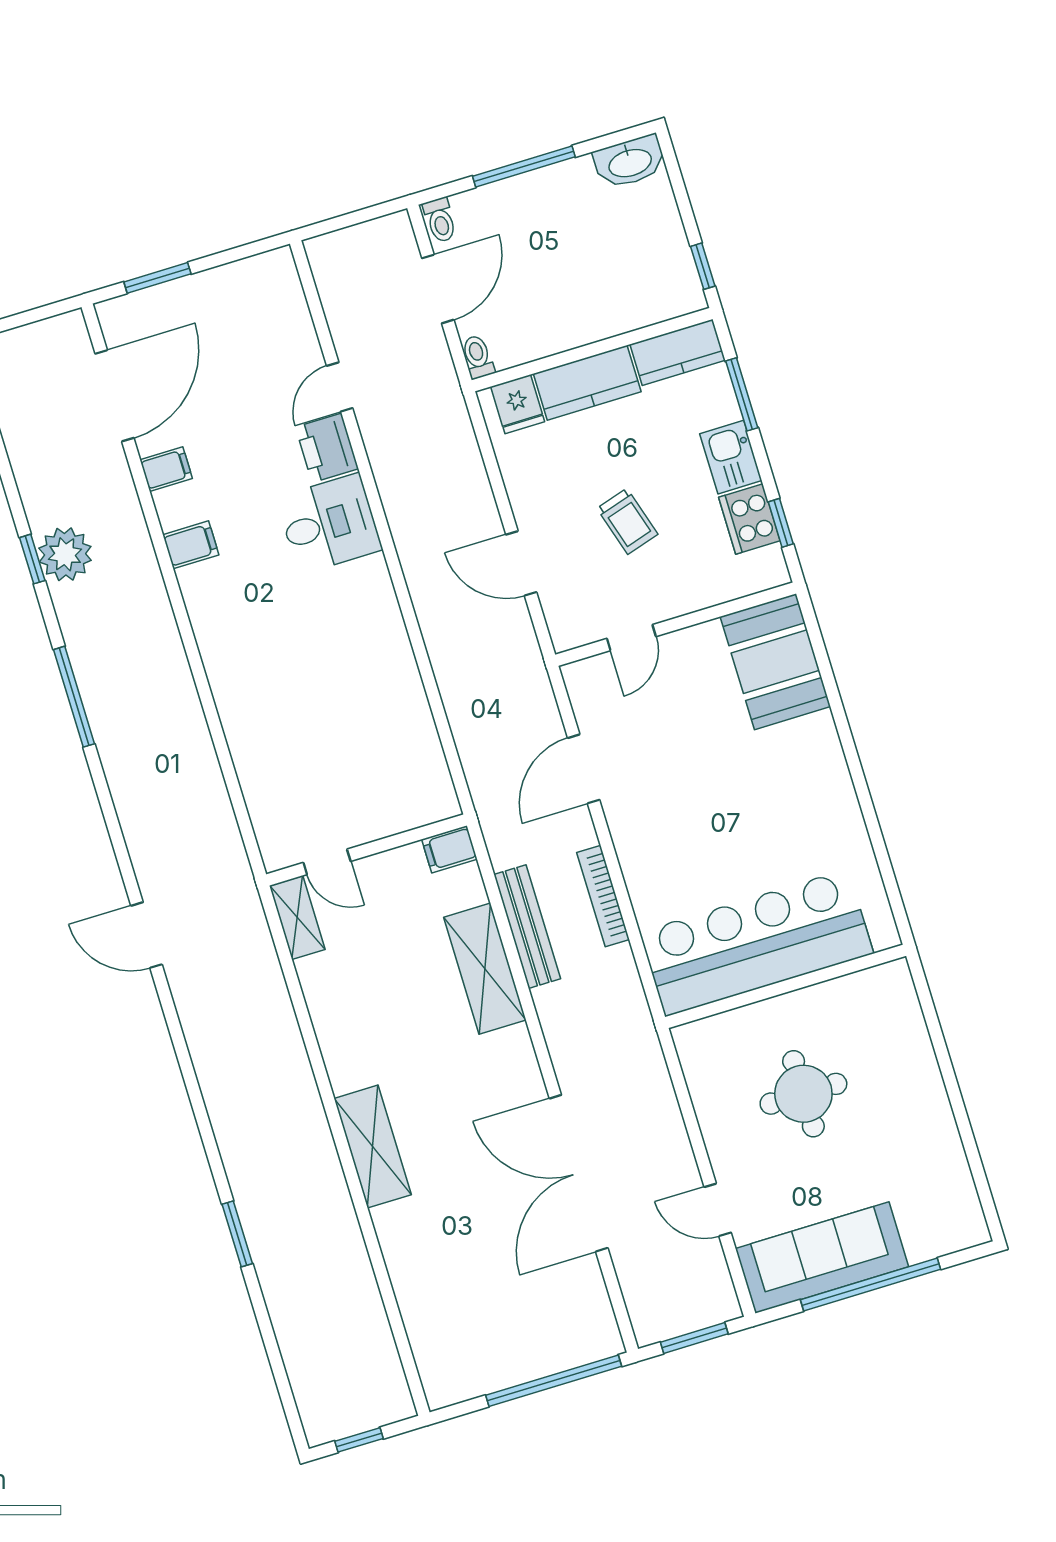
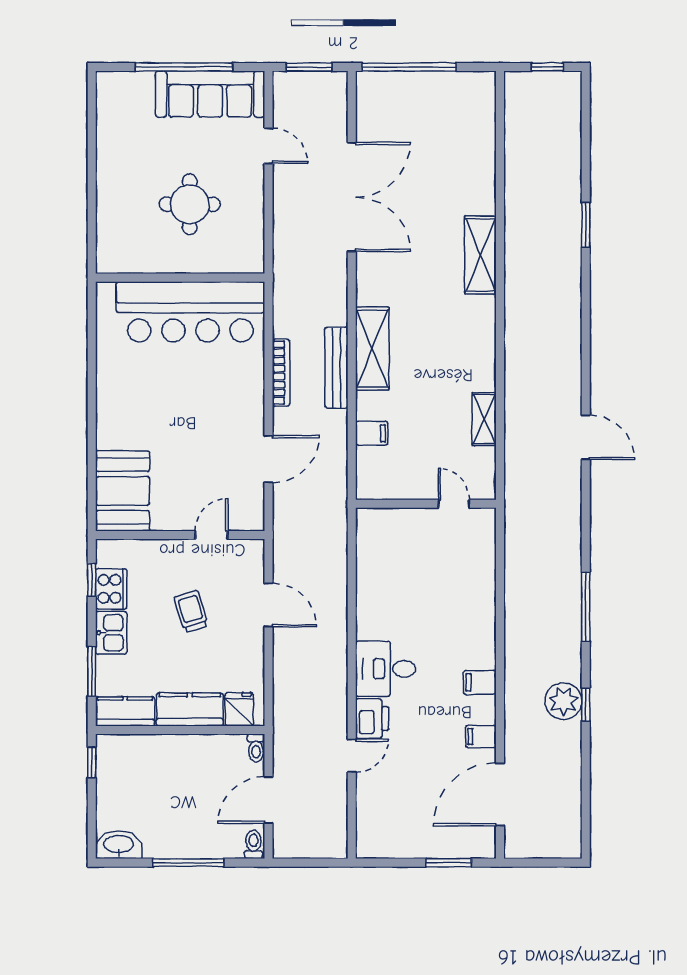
wall: (366, 850) -> (426, 504), moved
door: (327, 862) -> (454, 504), moved

